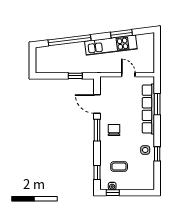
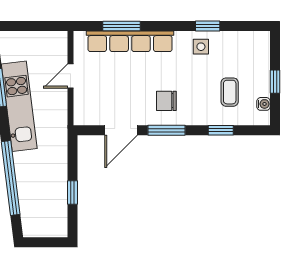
window: (75, 76) -> (72, 192), moved
window: (97, 173) -> (221, 130), moved
window: (113, 193) -> (275, 82), moved

